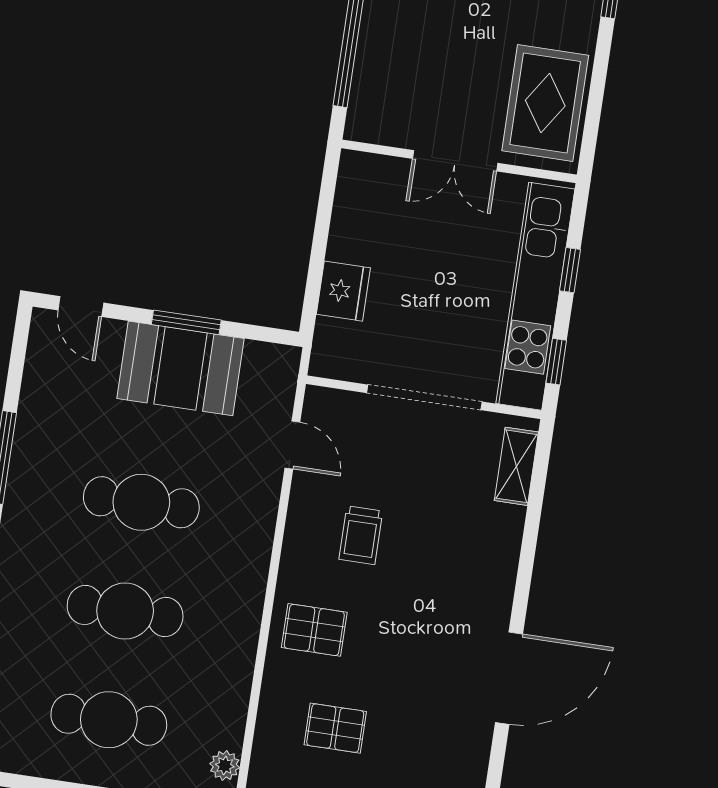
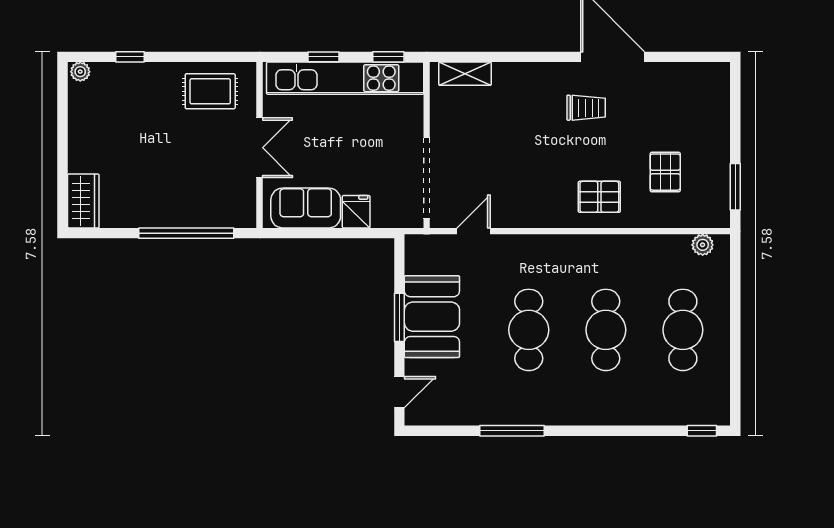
rug: (545, 103) -> (210, 91), width x0.73, depth x0.70
sofa: (360, 213) -> (306, 208), added
fridge: (343, 291) -> (356, 212), width x0.72
doorway: (424, 397) -> (427, 178), moved
trolley: (361, 535) -> (586, 108), moved
pallet: (314, 630) -> (599, 197), turned 90

